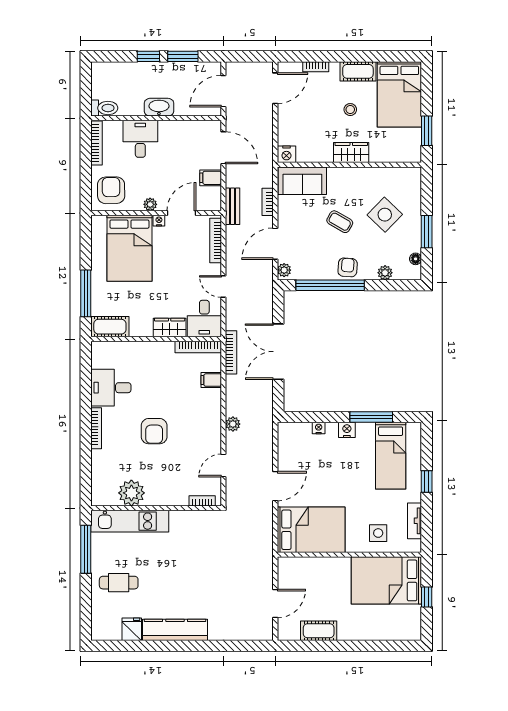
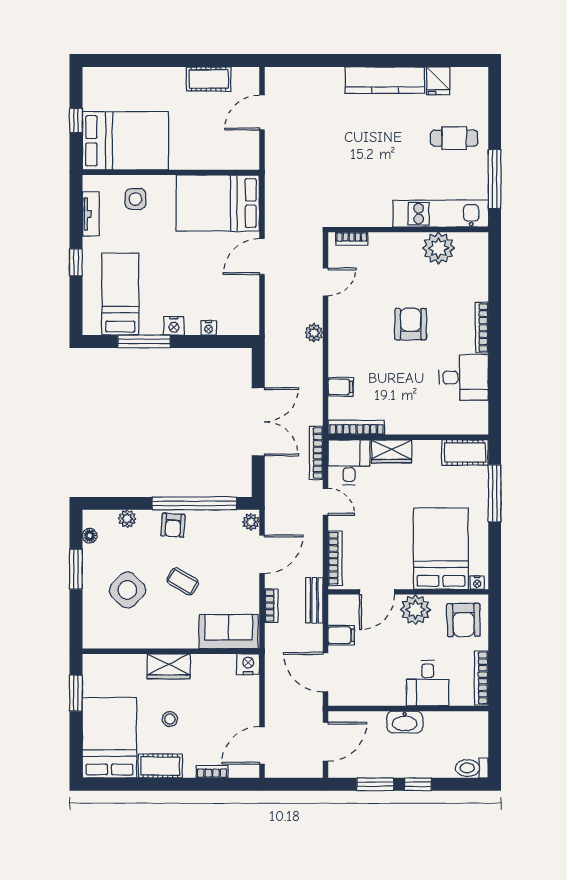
toilet: (104, 108) -> (472, 768), moved
plant: (150, 204) -> (416, 610), width x1.88, depth x1.88
nightstand: (159, 221) -> (477, 583), moved
bookcase: (231, 352) -> (316, 453), moved

